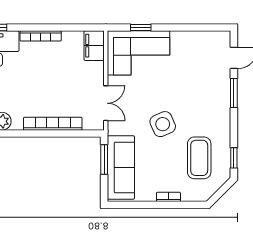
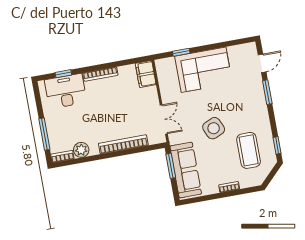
corner sofa: (138, 53) -> (204, 70), moved

